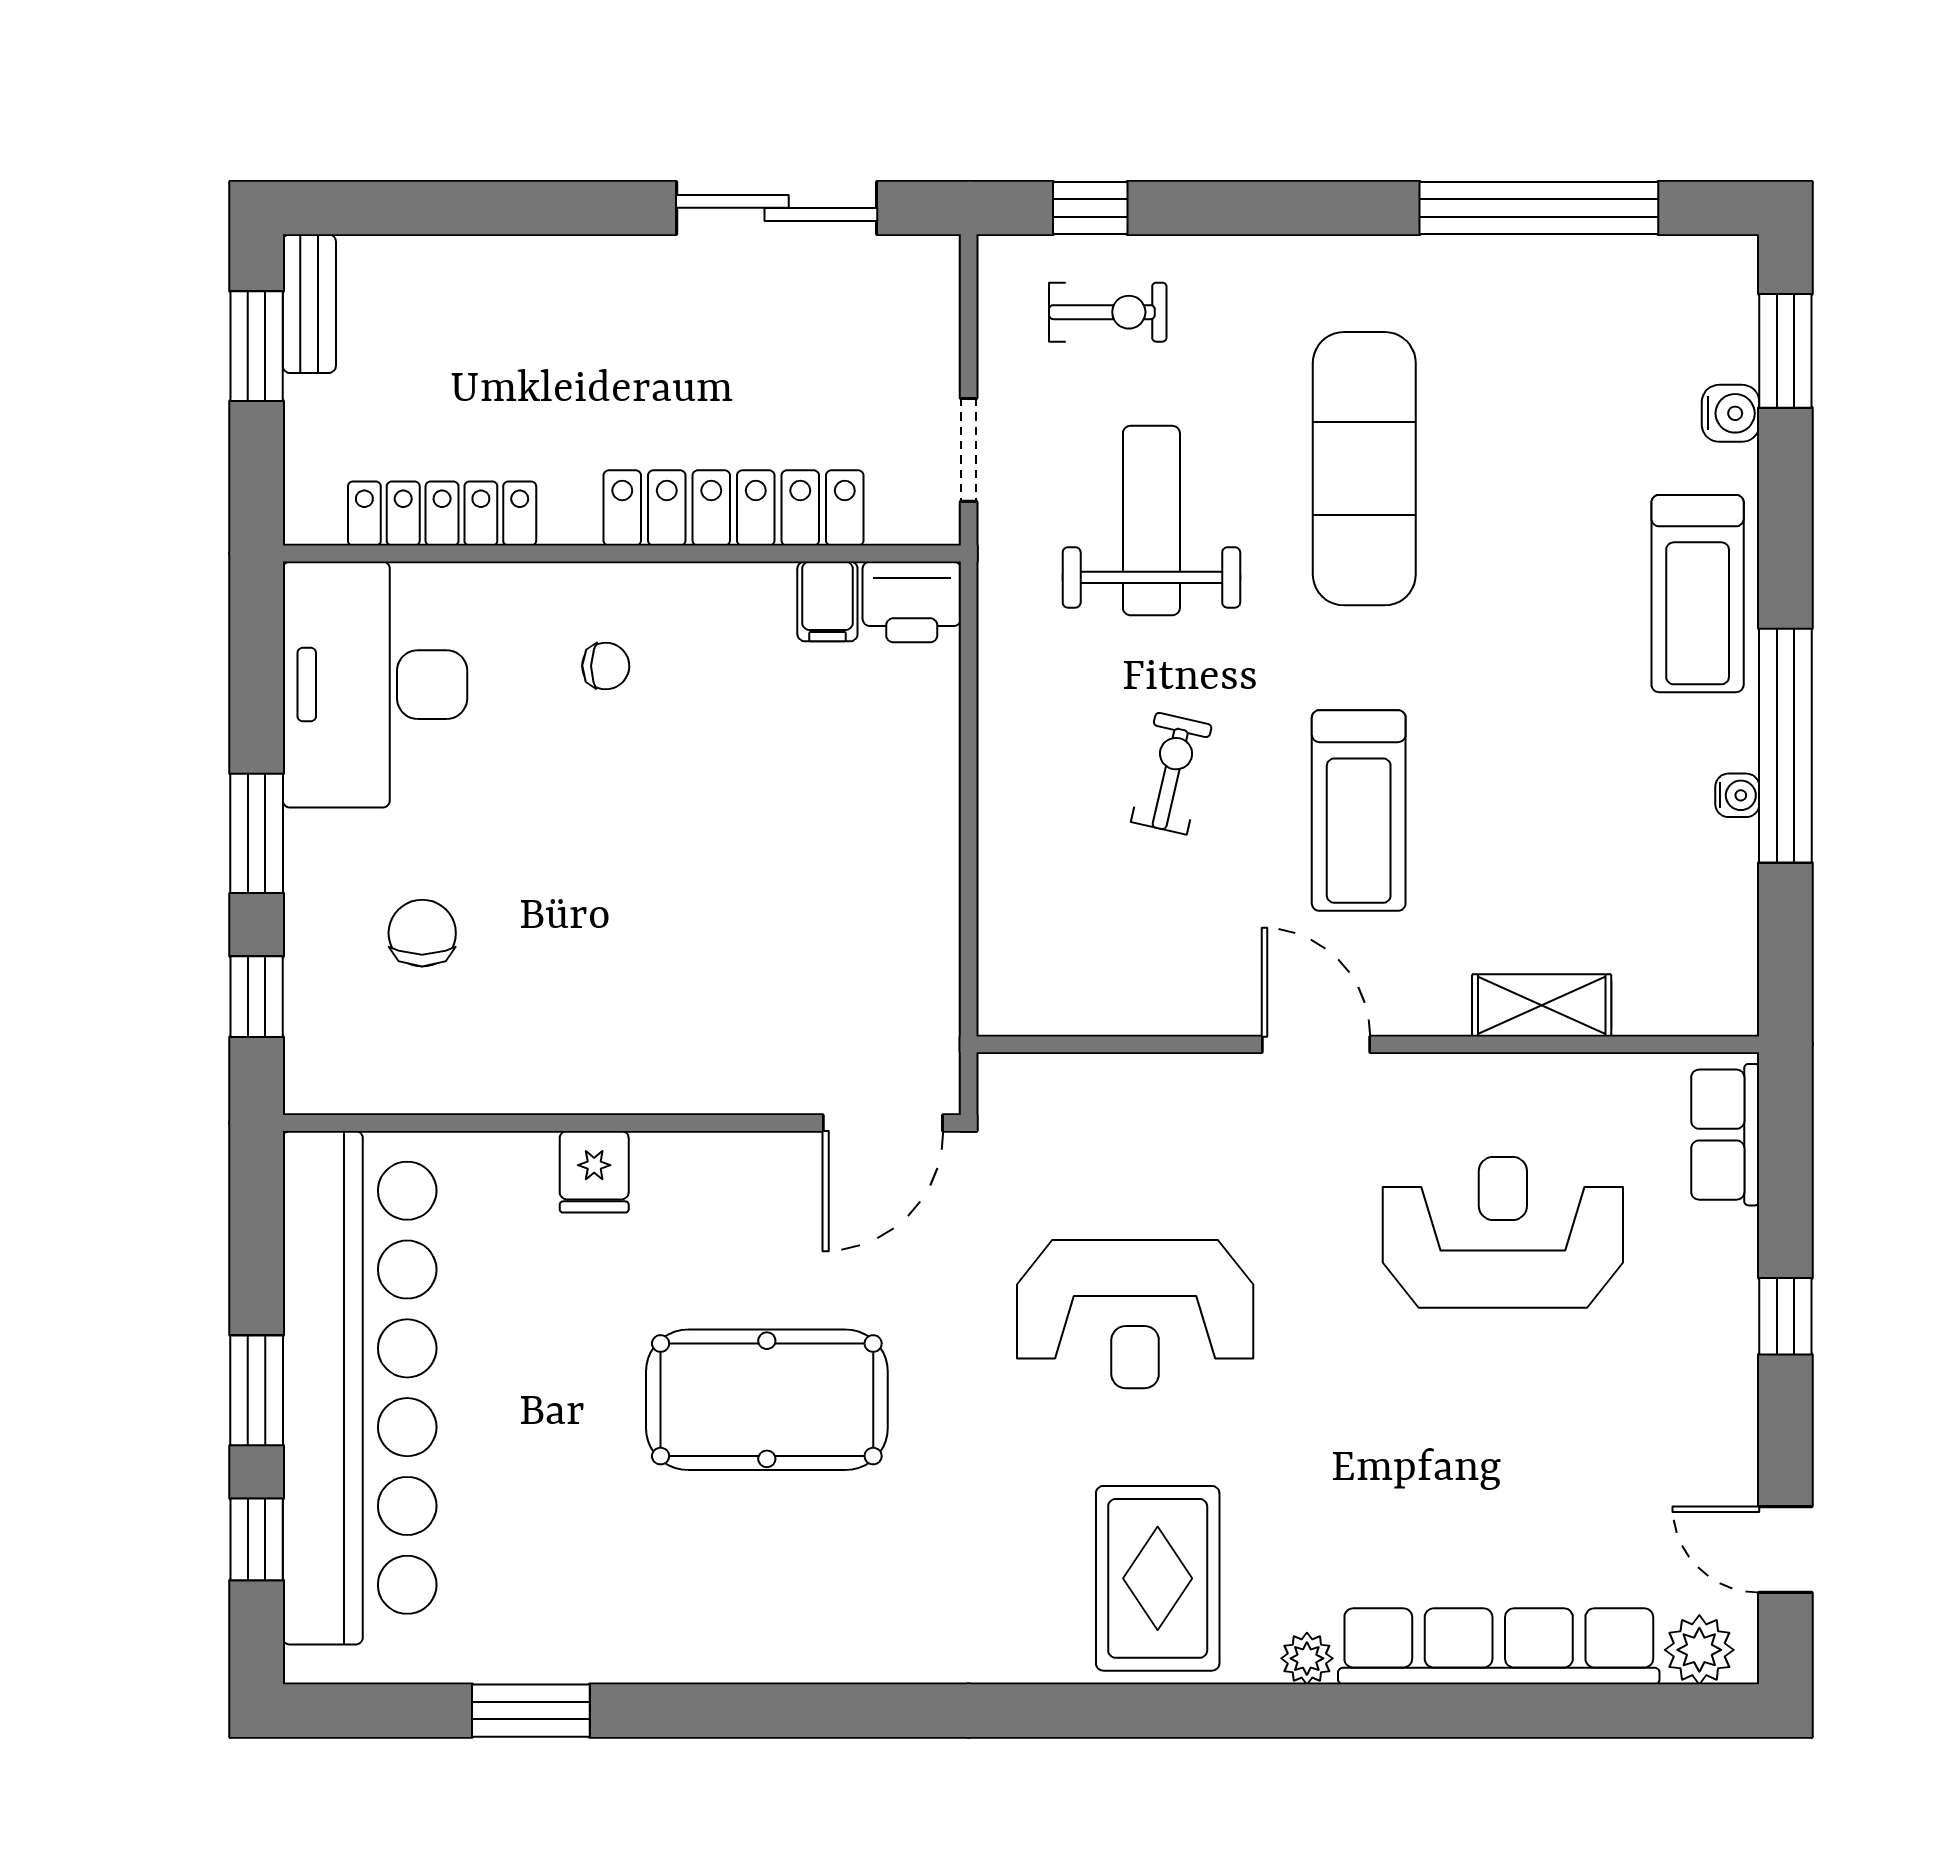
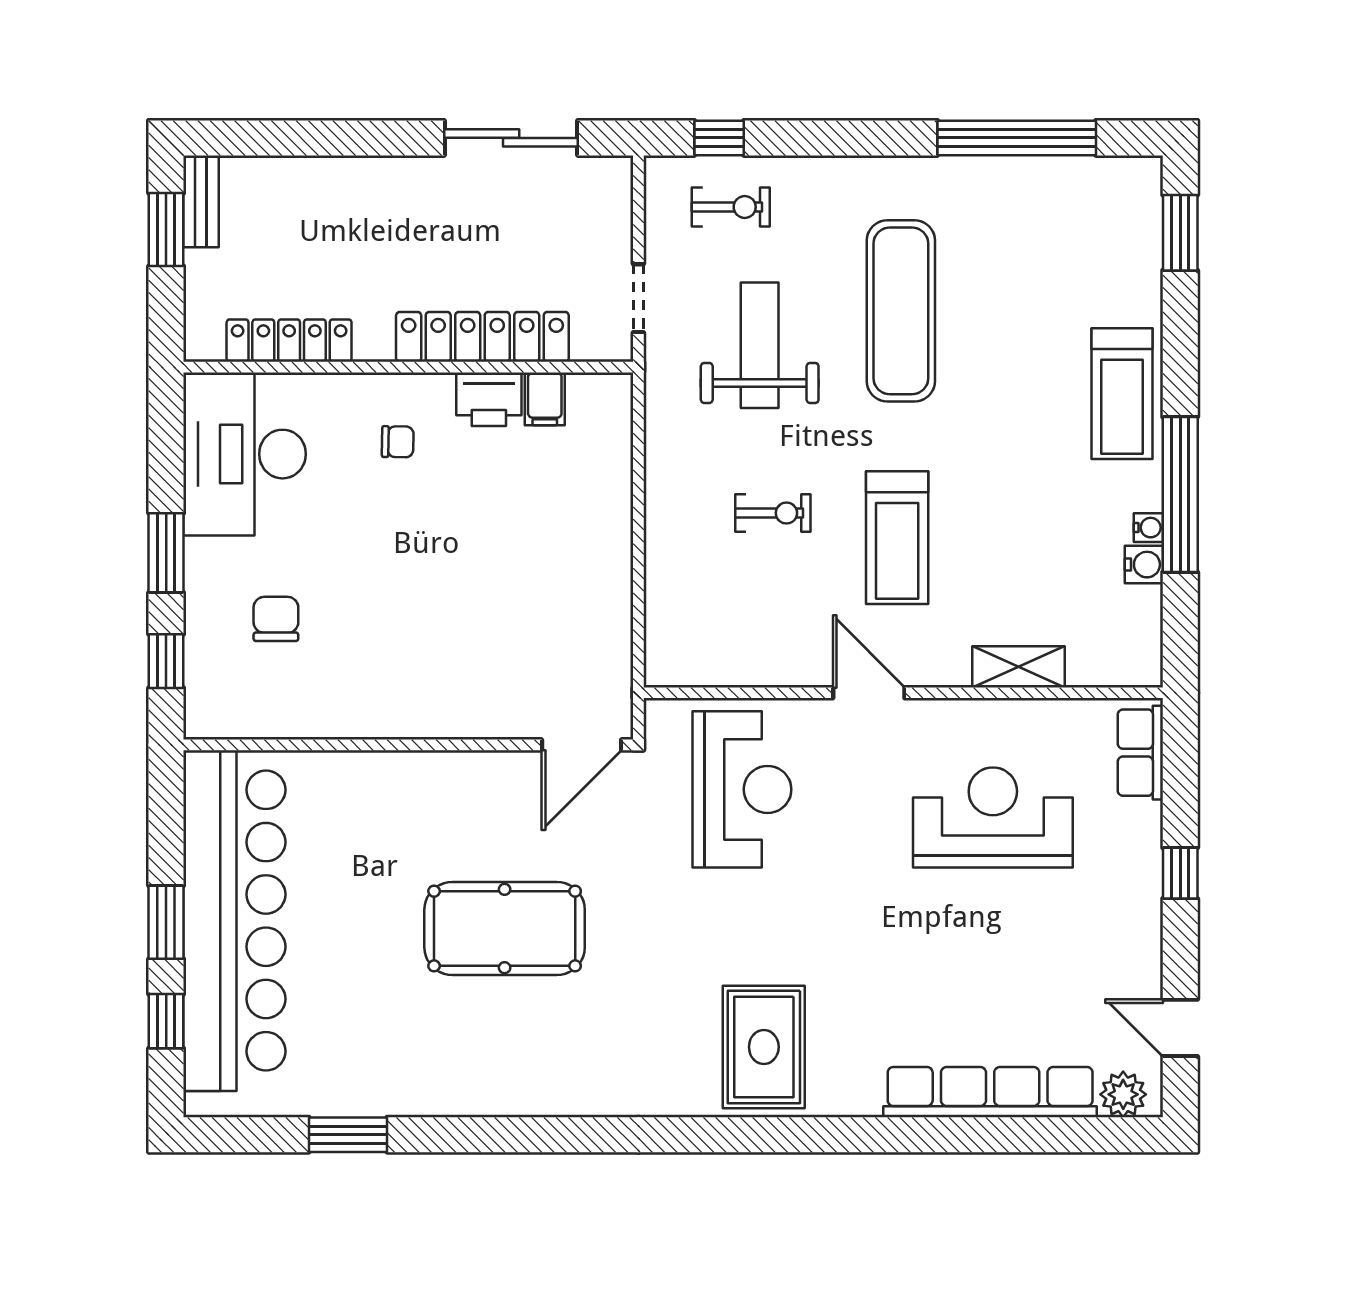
water cooler: (1731, 413) -> (1144, 565), moved
printer: (912, 602) -> (489, 399), moved
exercise bike: (1171, 773) -> (773, 513), turned 77
fridge: (594, 1172) -> (390, 777), removed
reception desk: (1135, 1314) -> (742, 789), moved, turned -90
plant: (1307, 1658) -> (863, 1100), removed

